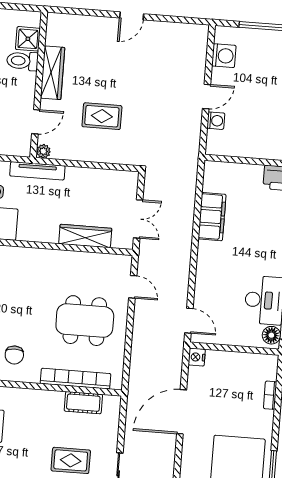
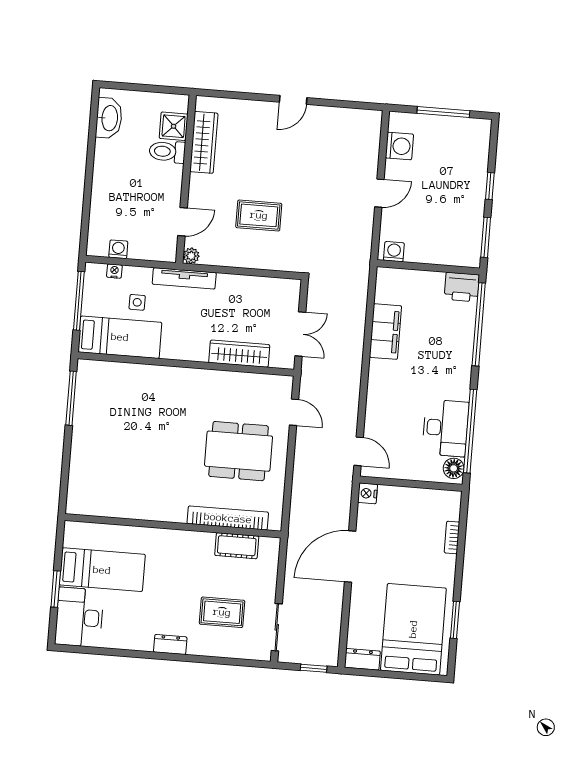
wardrobe: (53, 73) -> (204, 142), moved
washing machine: (216, 121) -> (394, 252), moved, turned -90
chair: (14, 355) -> (157, 491), removed

